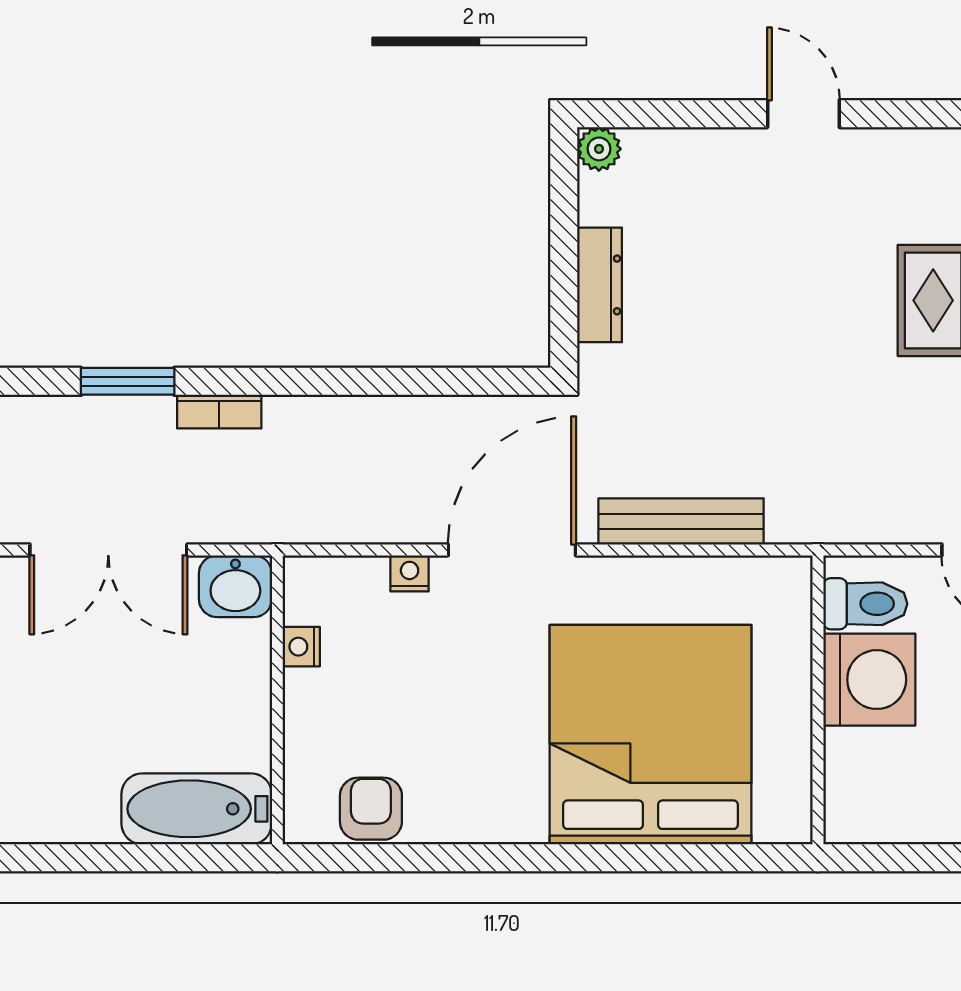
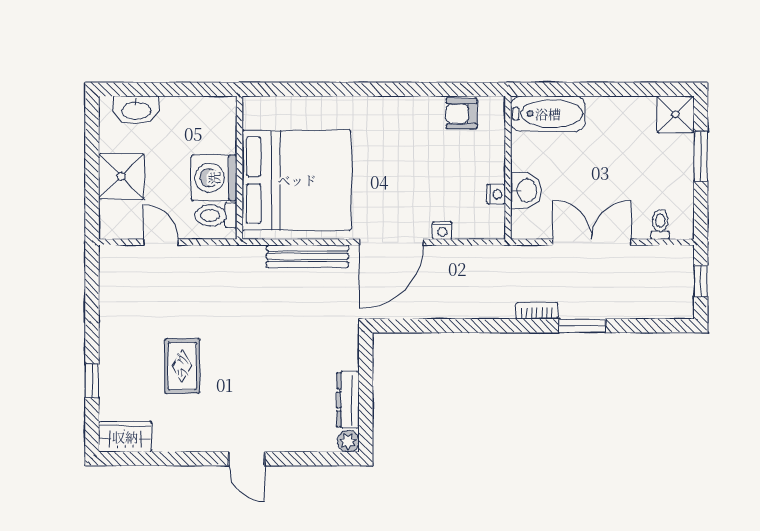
dresser: (600, 285) -> (348, 400), moved
washbasin: (235, 586) -> (526, 191), moved, turned 90
bed: (650, 735) -> (297, 180), moved, turned -90
armchair: (371, 809) -> (461, 114), turned 90

